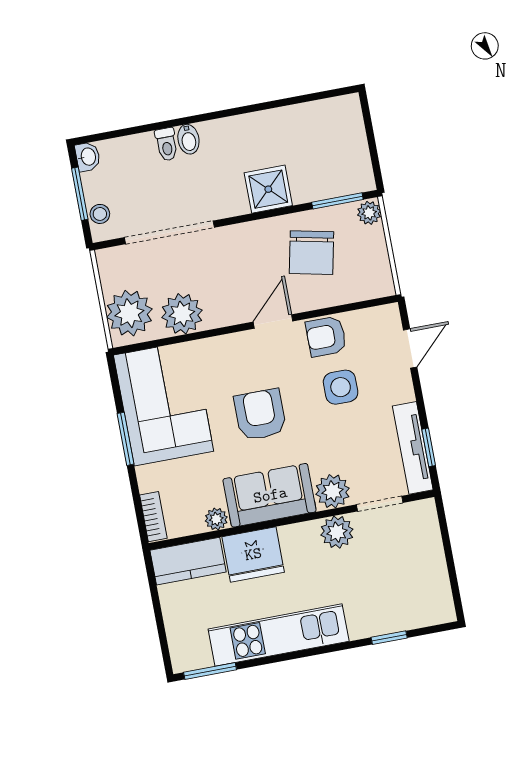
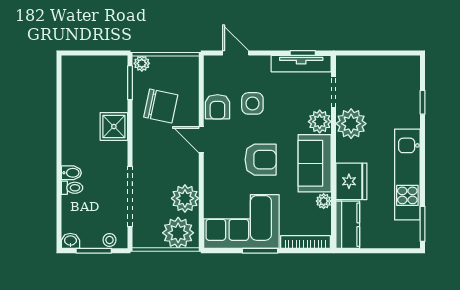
armchair: (260, 415) -> (261, 160), turned 180
bookcase: (153, 517) -> (305, 242), width x1.56
plant: (337, 532) -> (351, 124), width x1.36, depth x1.36

